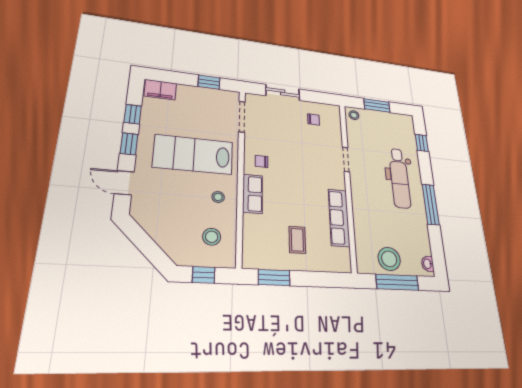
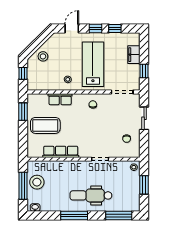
filing cabinet: (160, 90) -> (134, 55), moved
window: (422, 143) -> (119, 215), width x2.17
row of seats: (253, 194) -> (60, 99), moved
stool: (212, 237) -> (43, 56), moved
coffee table: (297, 240) -> (45, 125), width x1.86, depth x1.72

